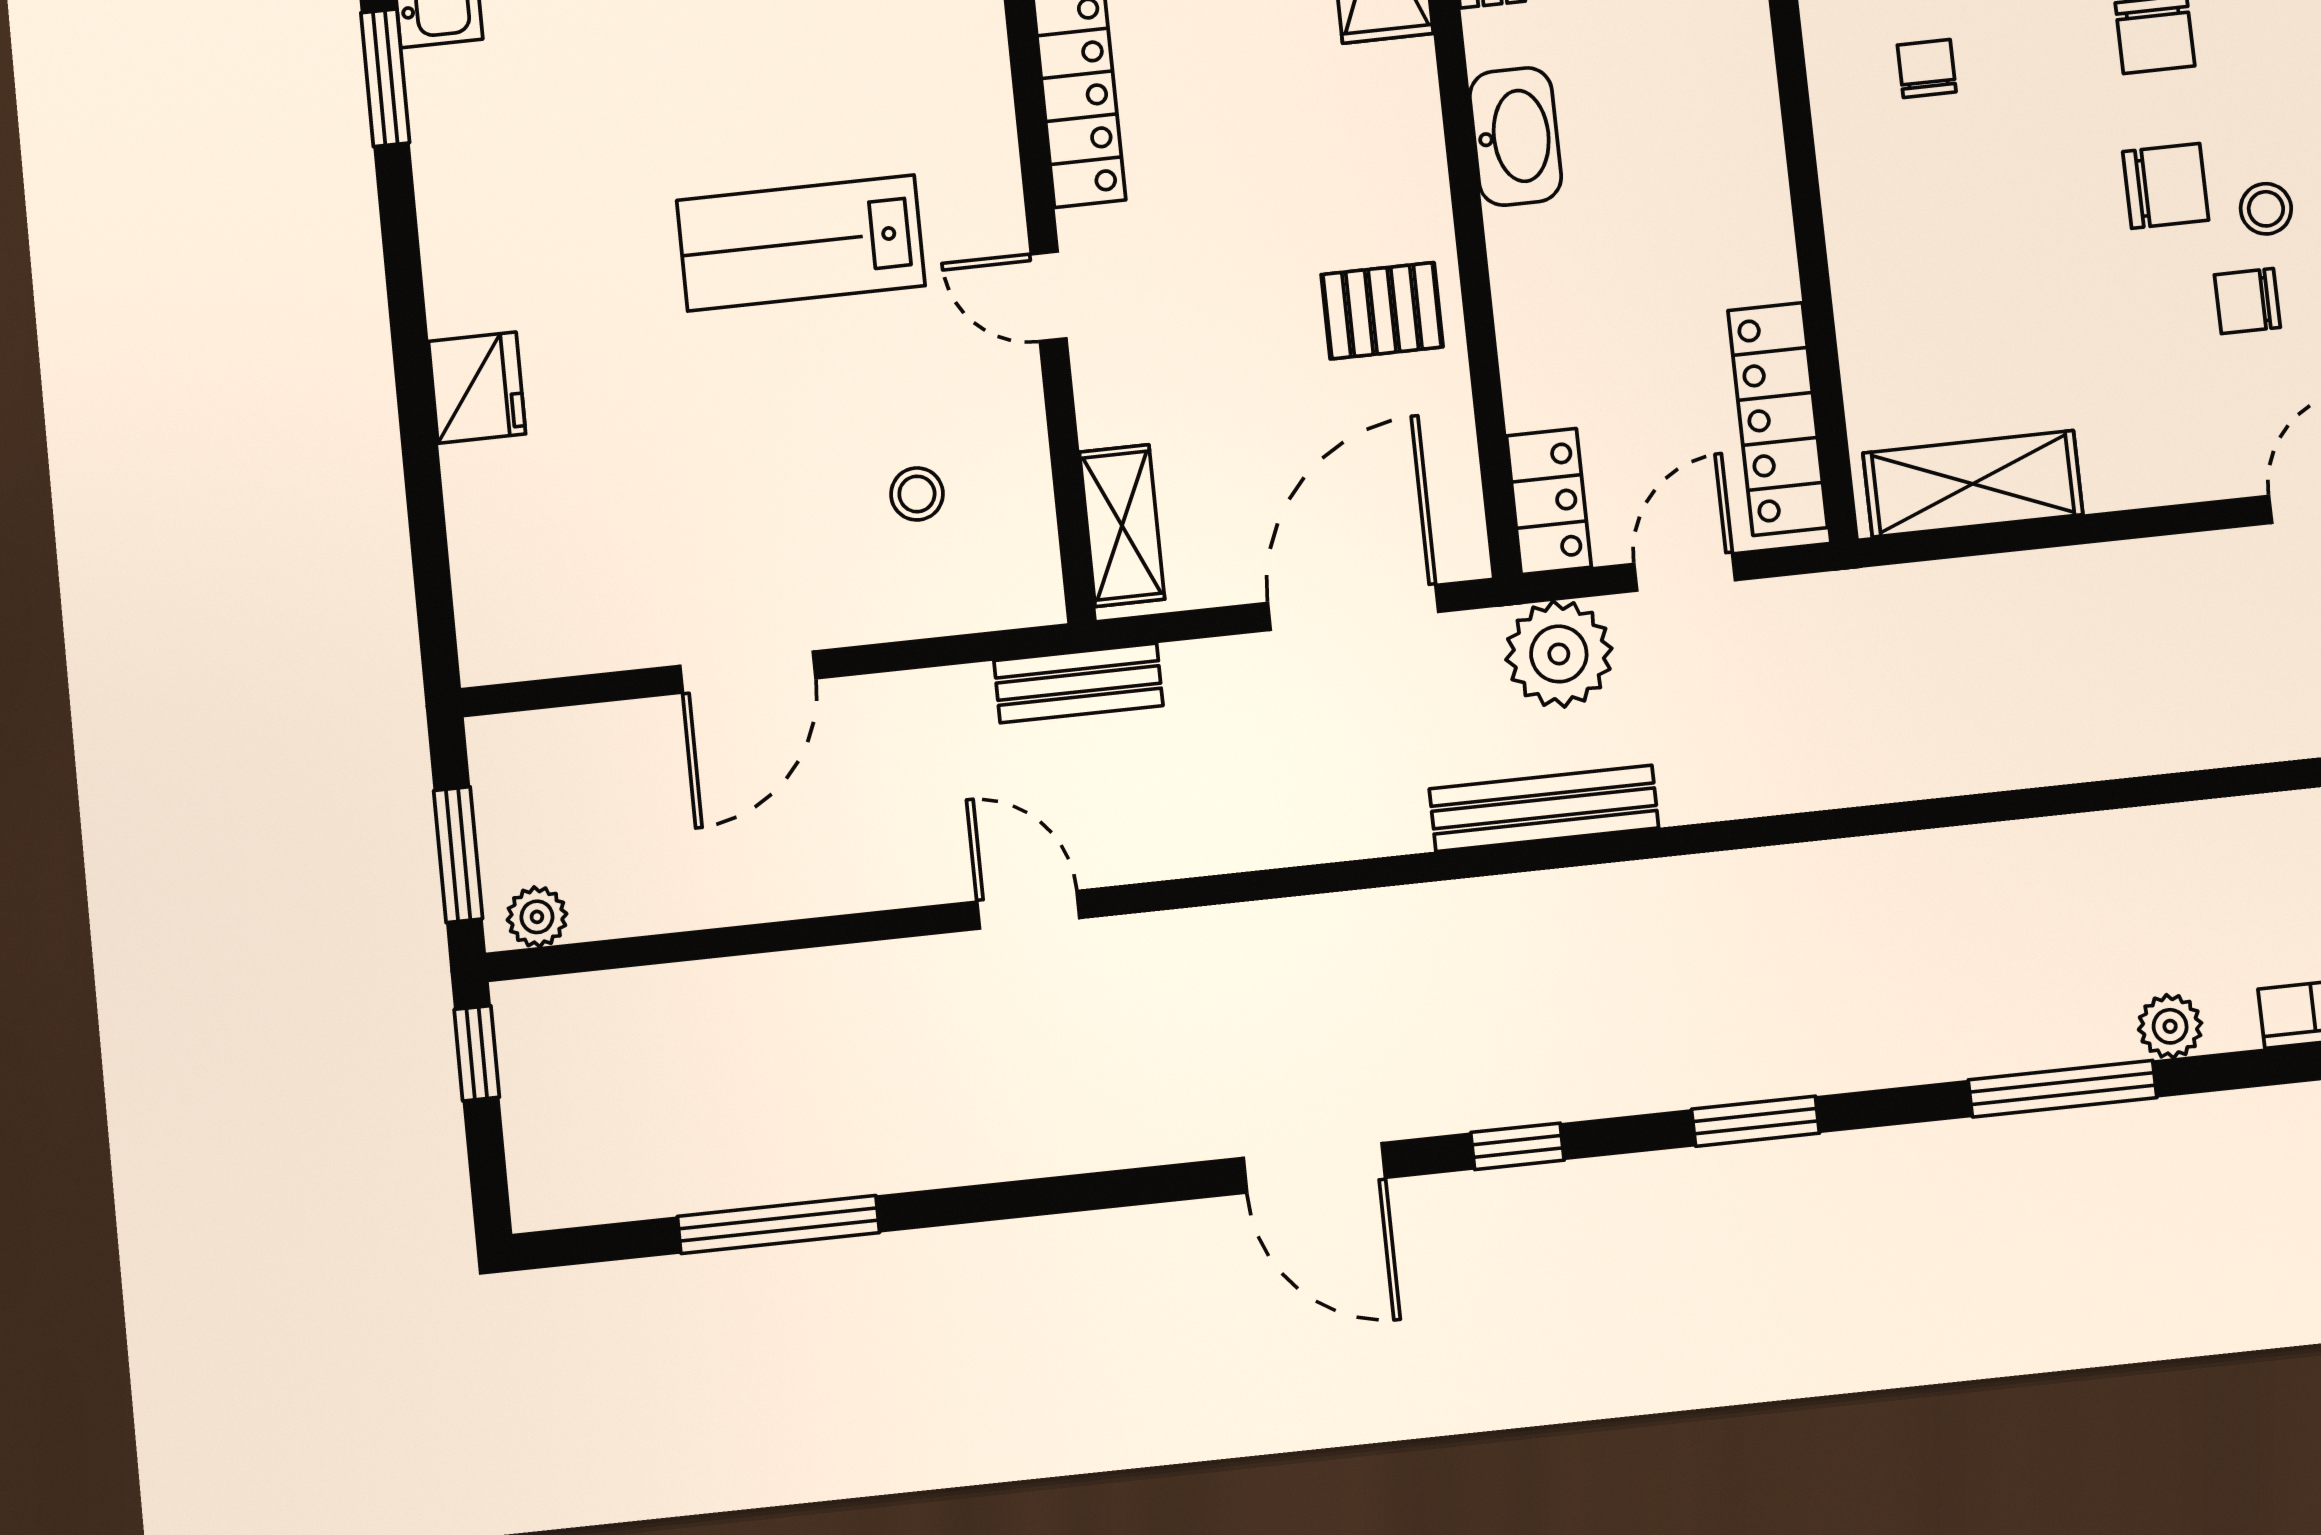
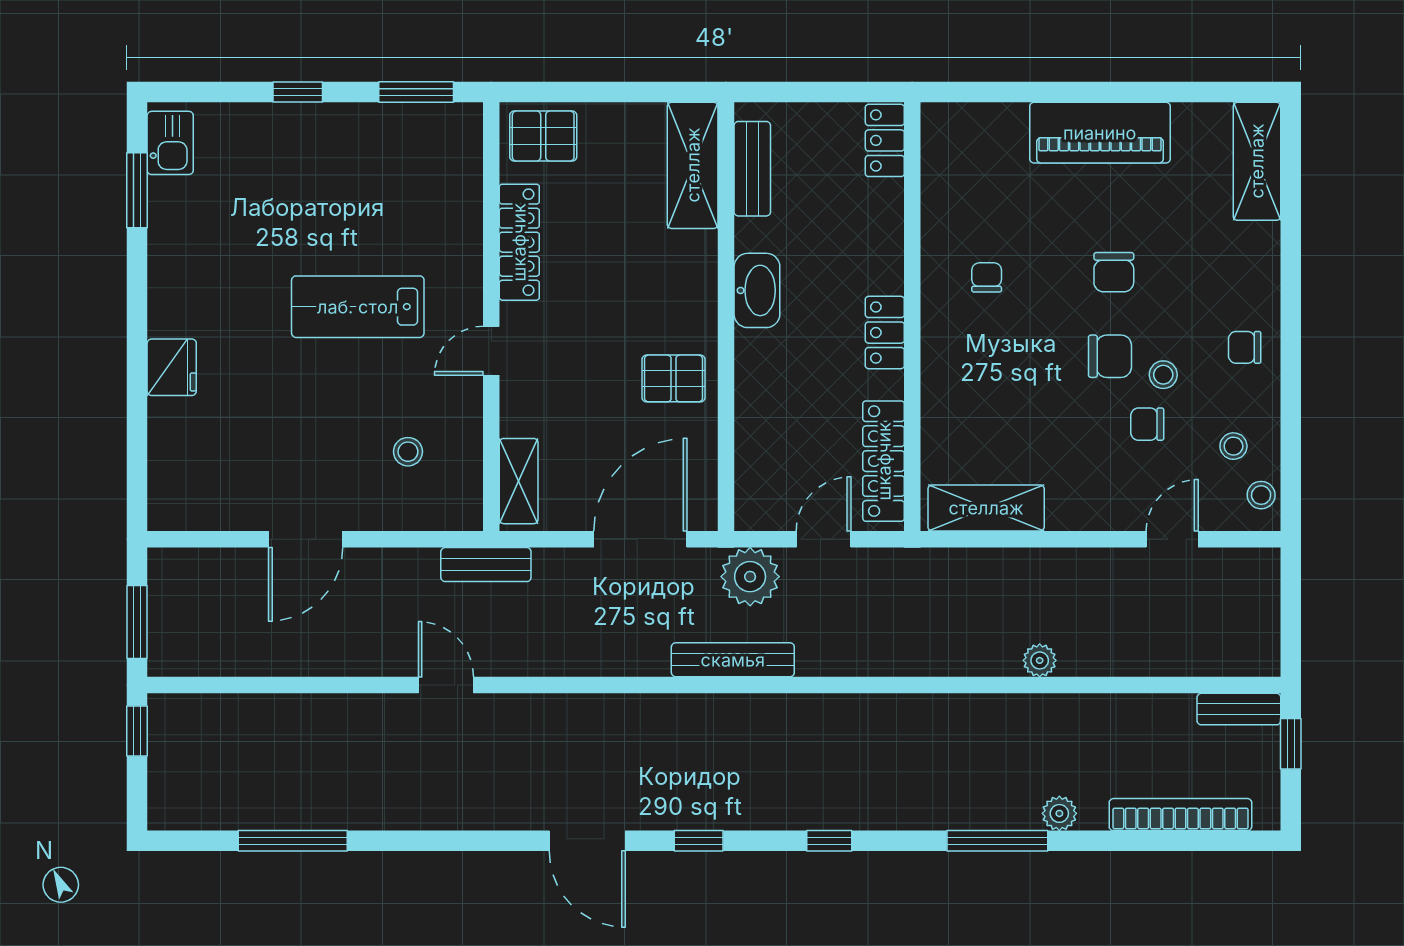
door: (1049, 296) -> (491, 351), hinge flipped
locker: (1549, 501) -> (885, 333), moved, turned 180
plant: (537, 917) -> (1040, 660), moved
window: (1755, 1121) -> (829, 841), width x0.67

